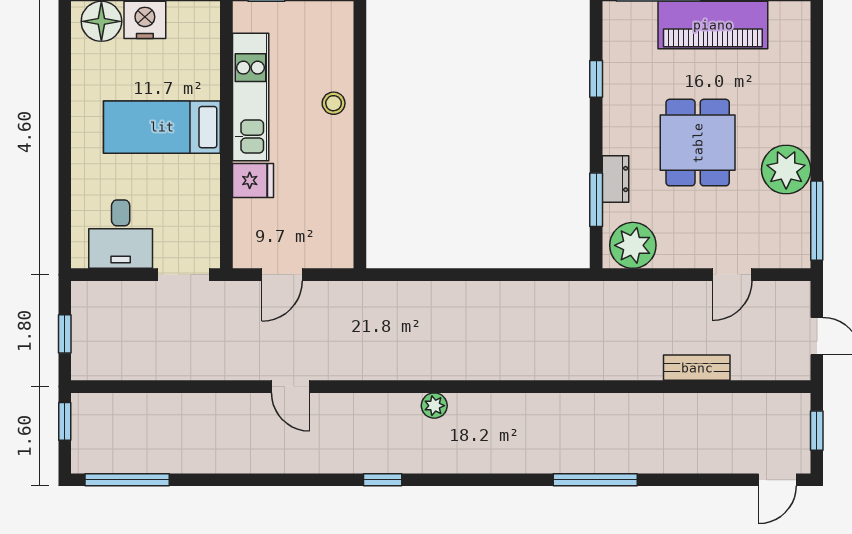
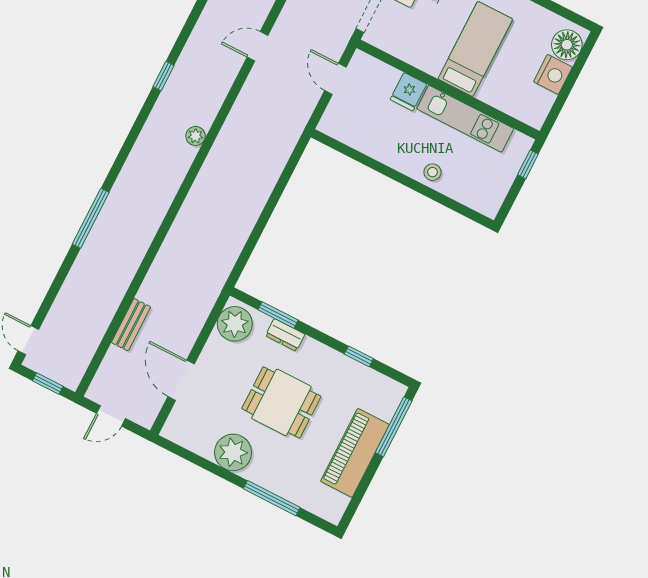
window: (817, 221) -> (272, 498), moved
door: (732, 275) -> (181, 380), width x1.37

